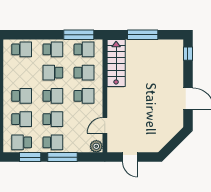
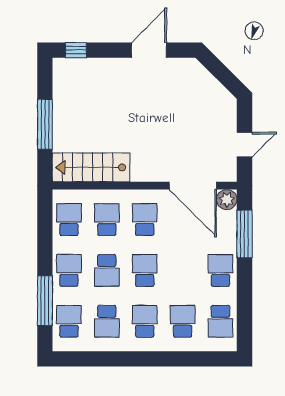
window: (79, 35) -> (45, 301), moved
school desk: (53, 119) -> (107, 321), moved, turned 180
door: (105, 125) -> (193, 186), width x1.88
window: (30, 157) -> (244, 307), removed
window: (62, 157) -> (244, 234), moved

